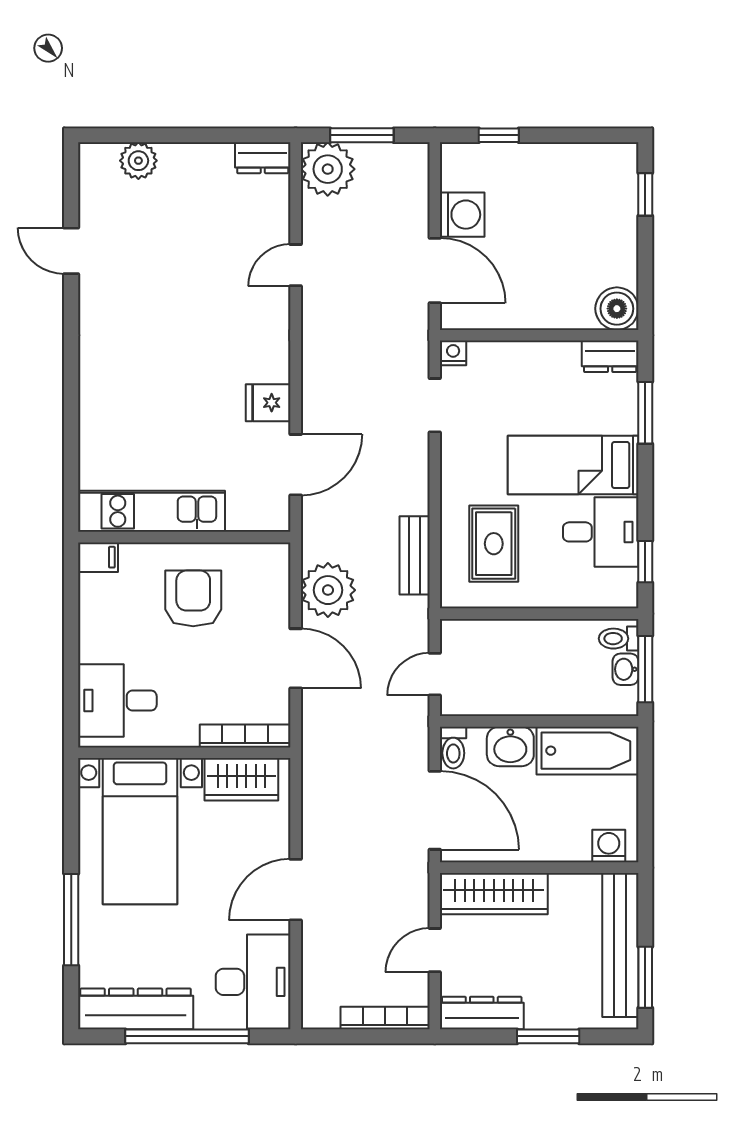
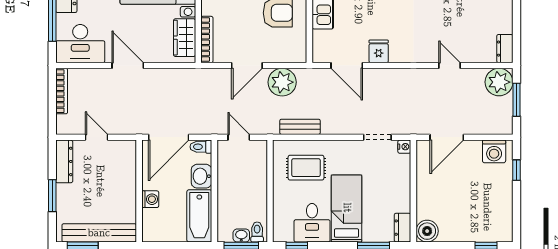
washing machine: (462, 215) -> (494, 151), moved
washing machine: (609, 846) -> (150, 199), moved
wardrobe: (494, 894) -> (126, 168), removed
bookcase: (385, 1018) -> (62, 91), moved

